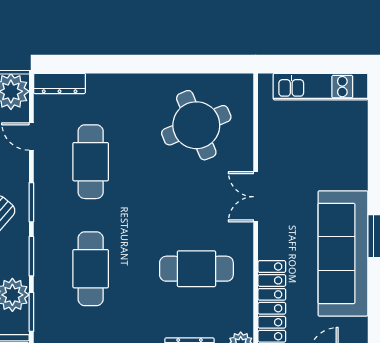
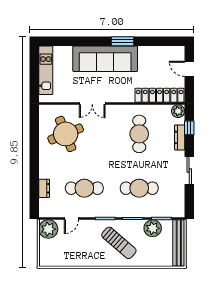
dresser: (60, 83) -> (44, 188), moved, width x0.70
double door: (256, 197) -> (92, 104), moved
sofa: (343, 253) -> (105, 59), moved

